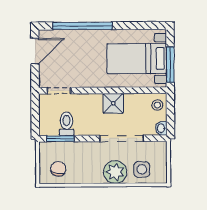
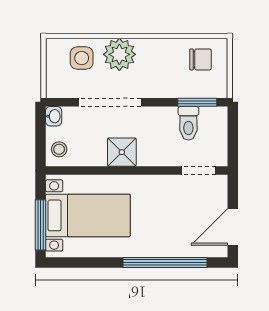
window: (170, 65) -> (40, 225), moved
chair: (58, 169) -> (200, 59), turned -101

